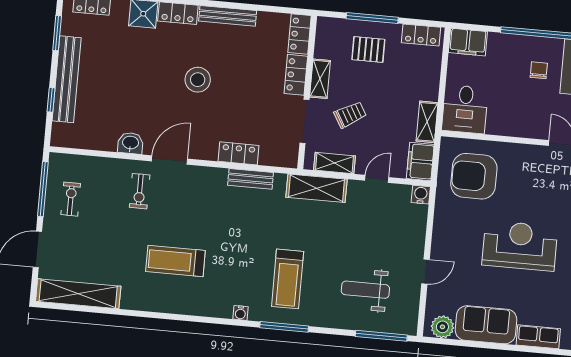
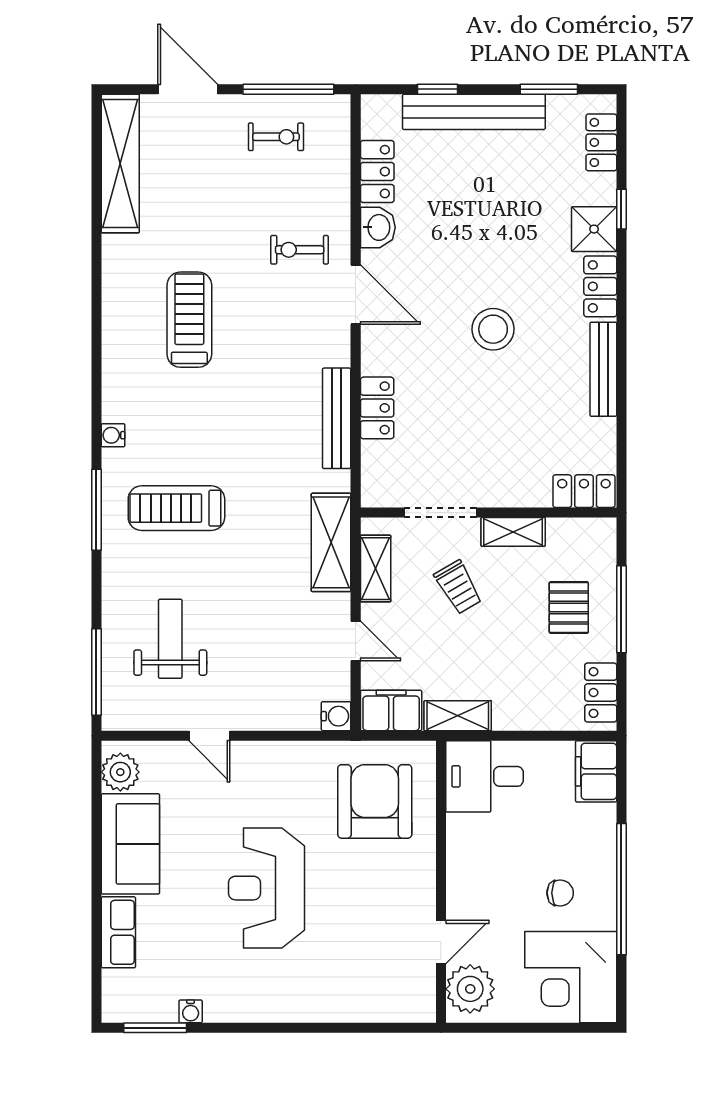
locker: (296, 75) -> (377, 172), moved, turned 90
bench: (251, 179) -> (337, 418), width x1.36
reception desk: (520, 246) -> (266, 888), turned 180

